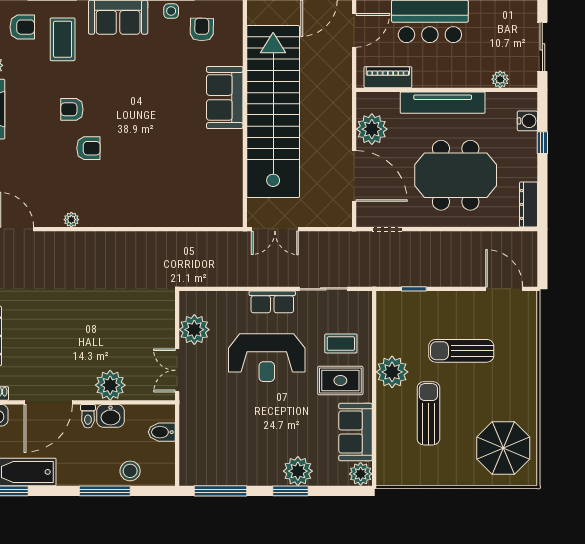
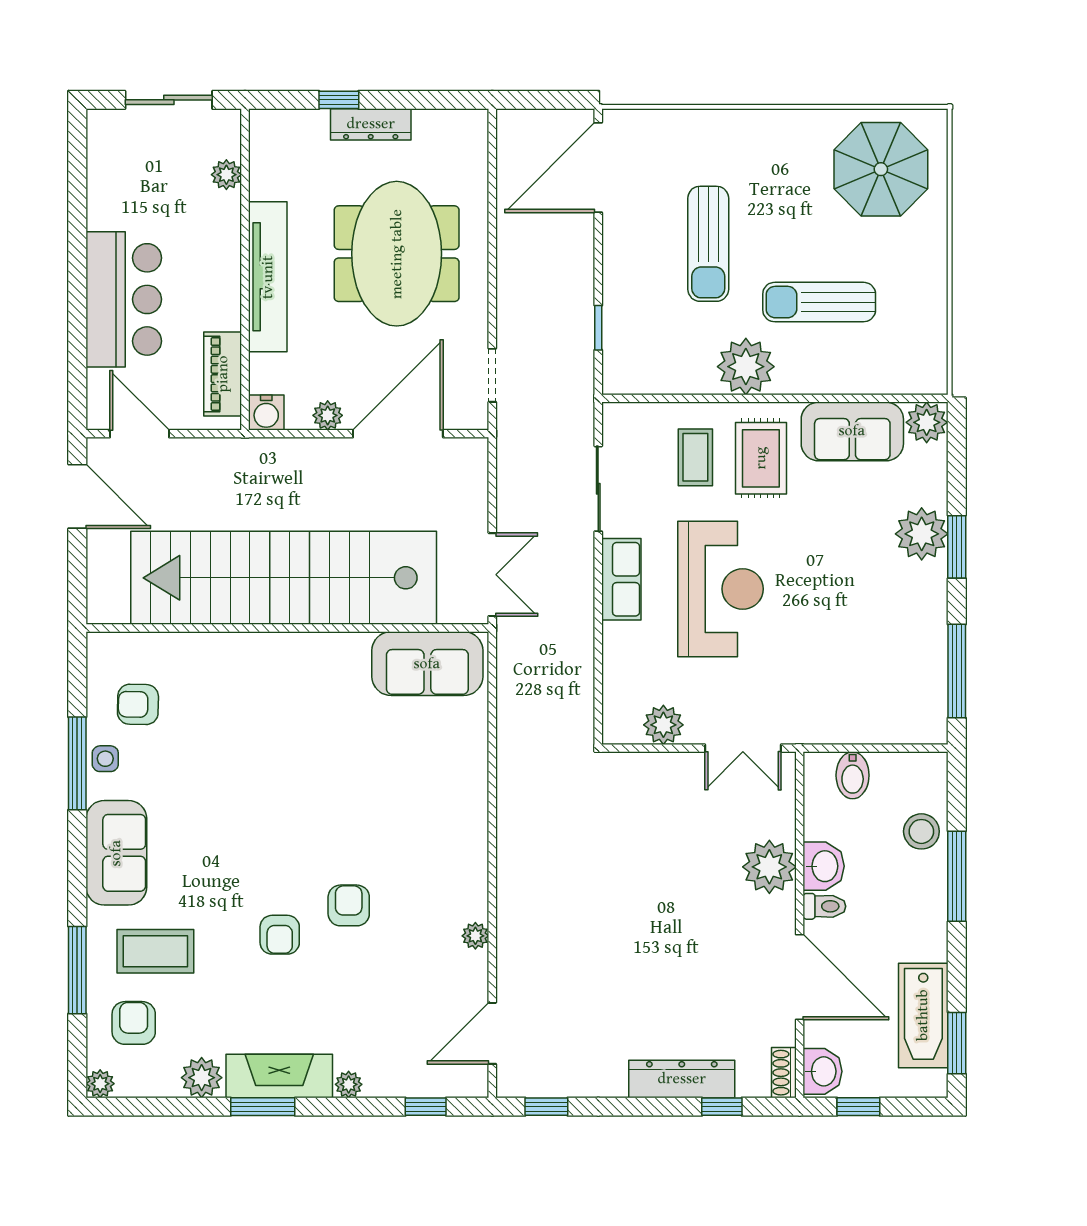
sofa: (225, 98) -> (427, 664), moved
water cooler: (527, 121) -> (266, 413), moved, turned 180
plant: (372, 129) -> (328, 415), width x0.53, depth x0.53
dresser: (528, 204) -> (371, 124), moved
door: (504, 289) -> (598, 167), width x1.36
plant: (194, 330) -> (663, 725), width x0.73, depth x0.73

